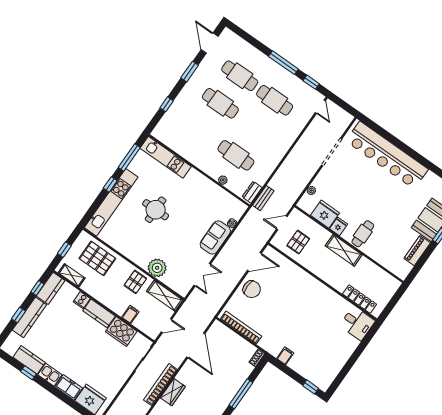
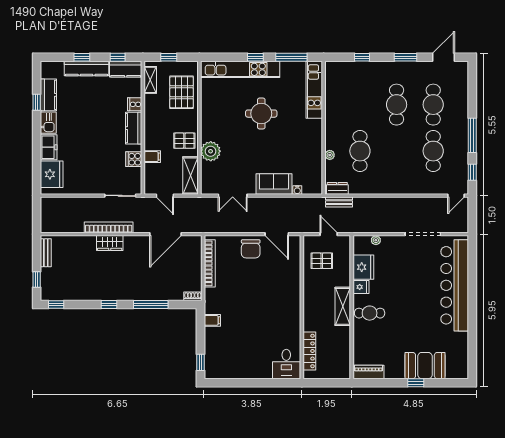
piano: (417, 251) -> (369, 372), moved
cooker: (121, 332) -> (134, 159), width x0.53, depth x0.76

